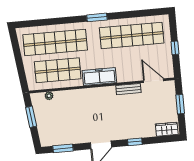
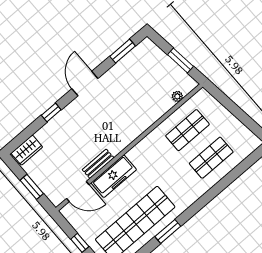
window: (97, 17) -> (168, 231), moved
shop shelf: (55, 42) -> (211, 158), width x0.50, depth x0.74
shop shelf: (58, 70) -> (187, 130), width x0.70, depth x0.74
freezer: (99, 77) -> (114, 176), moved

